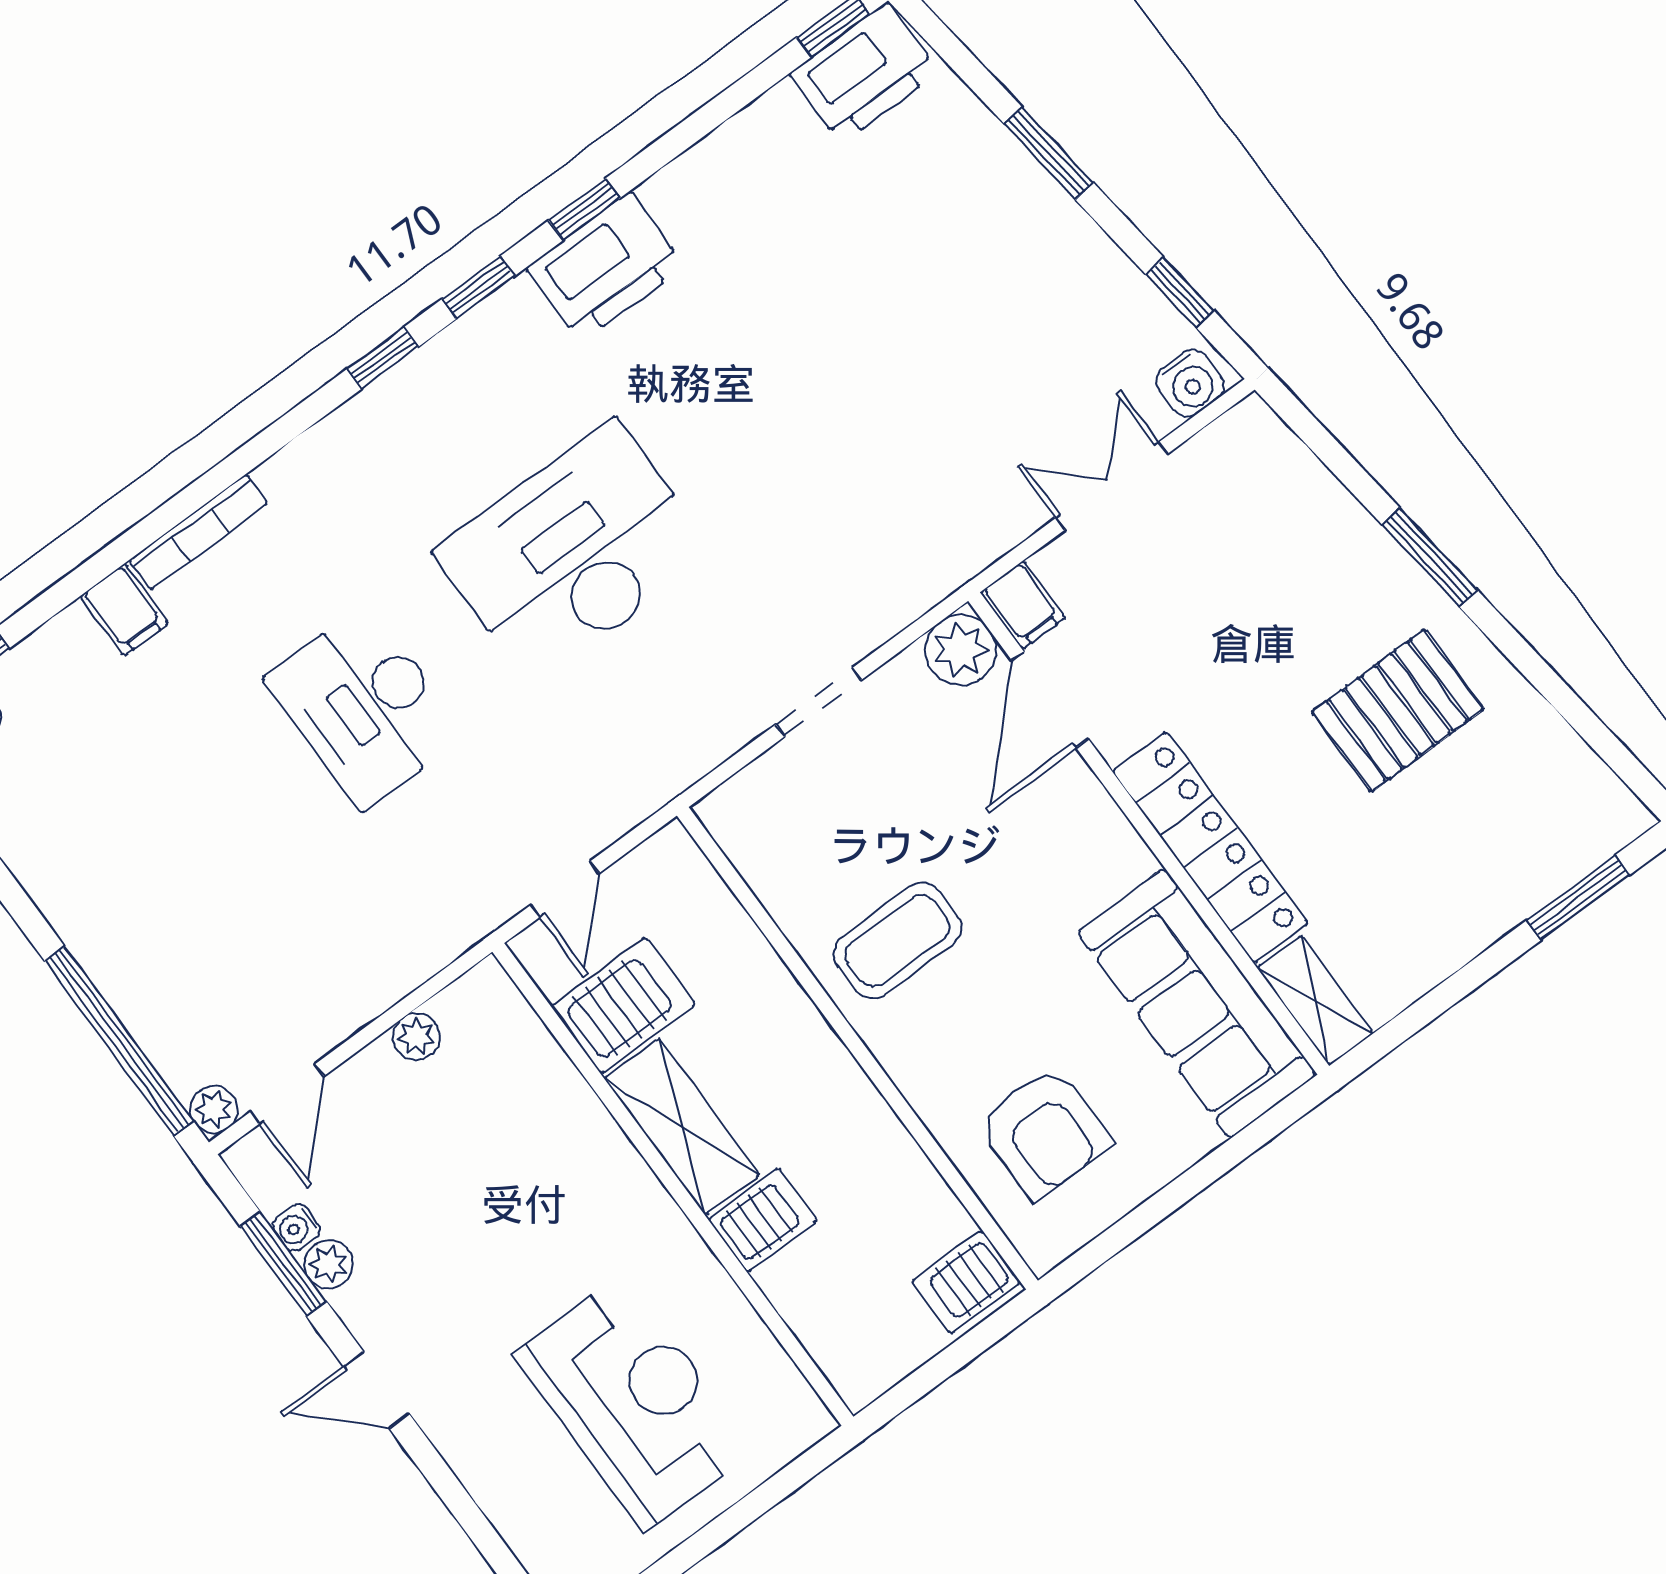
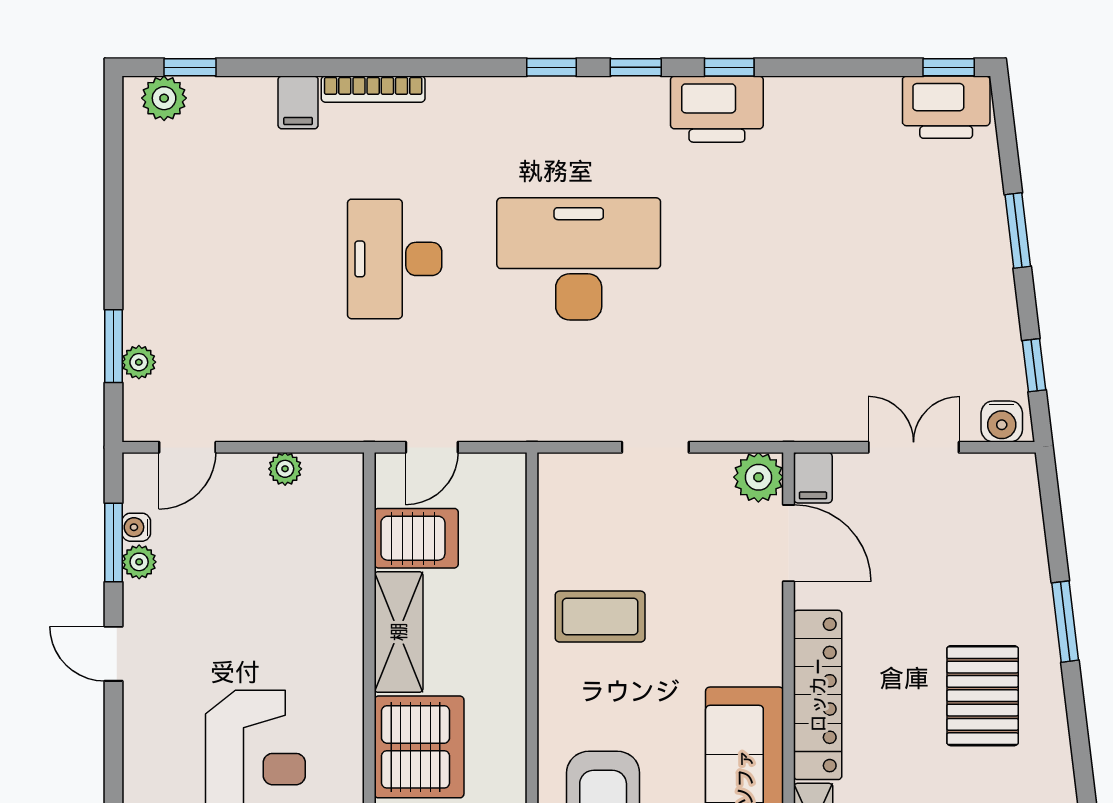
door: (1050, 700) -> (789, 543), swing flipped
pallet: (1398, 710) -> (983, 696), turned 90
window: (119, 1041) -> (113, 346), width x0.47
plant: (214, 1110) -> (139, 362), moved
server rack: (763, 1220) -> (419, 747), width x2.18, depth x1.44

